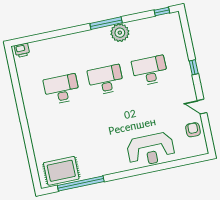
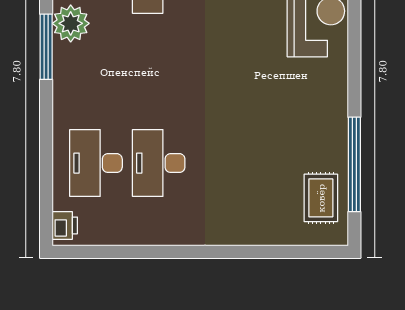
desk: (106, 80) -> (96, 163), moved
rug: (61, 171) -> (321, 198), width x0.73, depth x0.70

